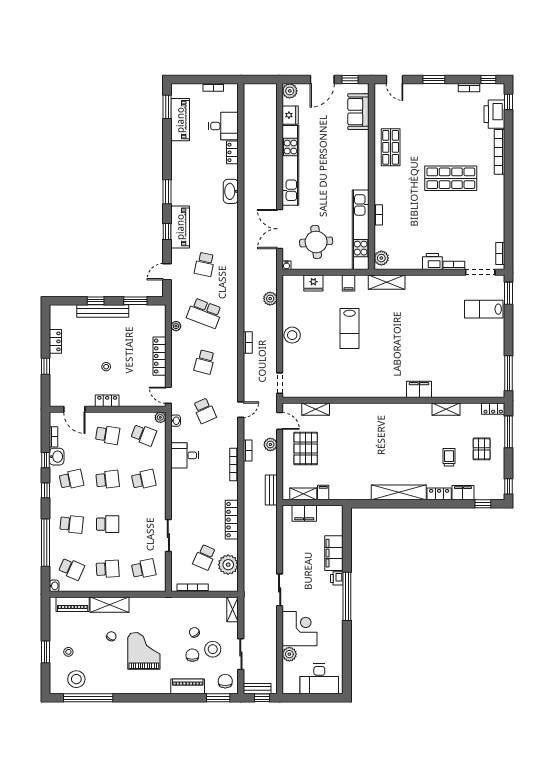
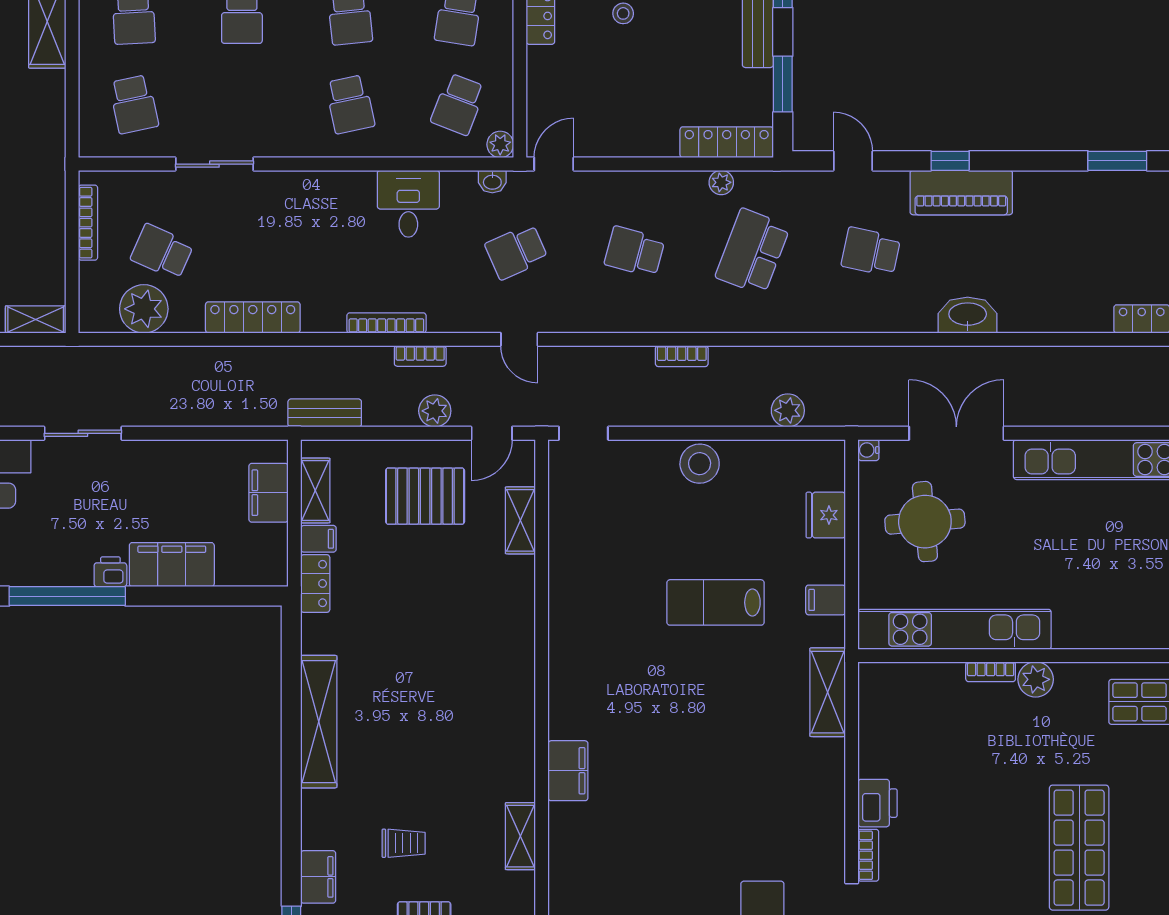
washbasin: (231, 191) -> (968, 315), moved
window: (167, 192) -> (1117, 161), moved
plant: (381, 258) -> (1036, 679), moved
locker: (159, 356) -> (727, 142), moved
locker: (439, 494) -> (315, 583), moved

